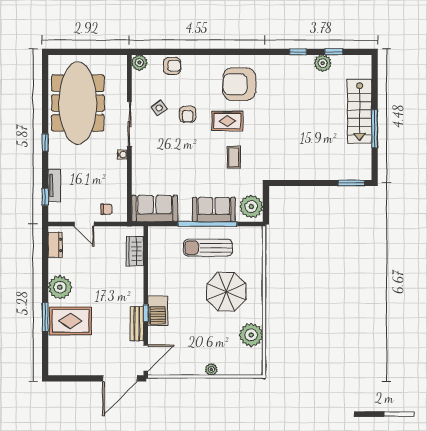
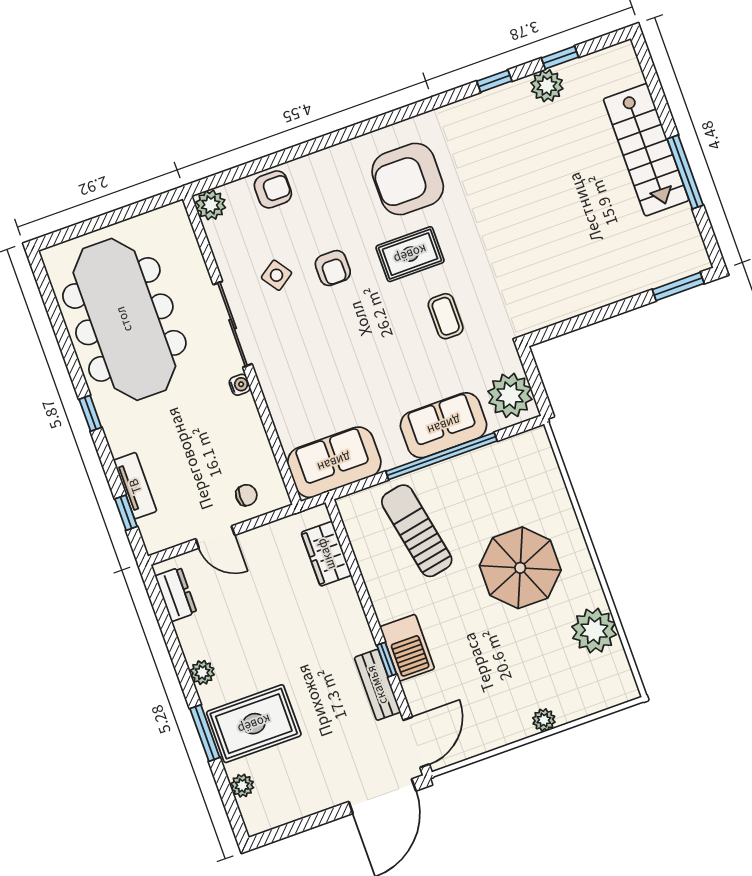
sun lounger: (208, 248) -> (417, 531), moved, turned 79
plant: (60, 287) -> (202, 672), width x0.53, depth x0.53
plant: (54, 349) -> (242, 786), added

